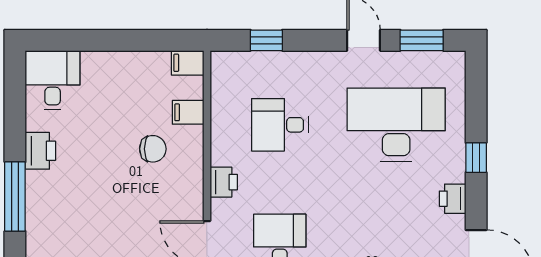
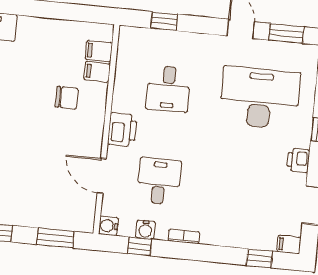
filing cabinet: (188, 63) -> (99, 51), moved
desk: (280, 125) -> (168, 89), turned -90
printer: (224, 182) -> (122, 130), width x1.36, depth x1.24

